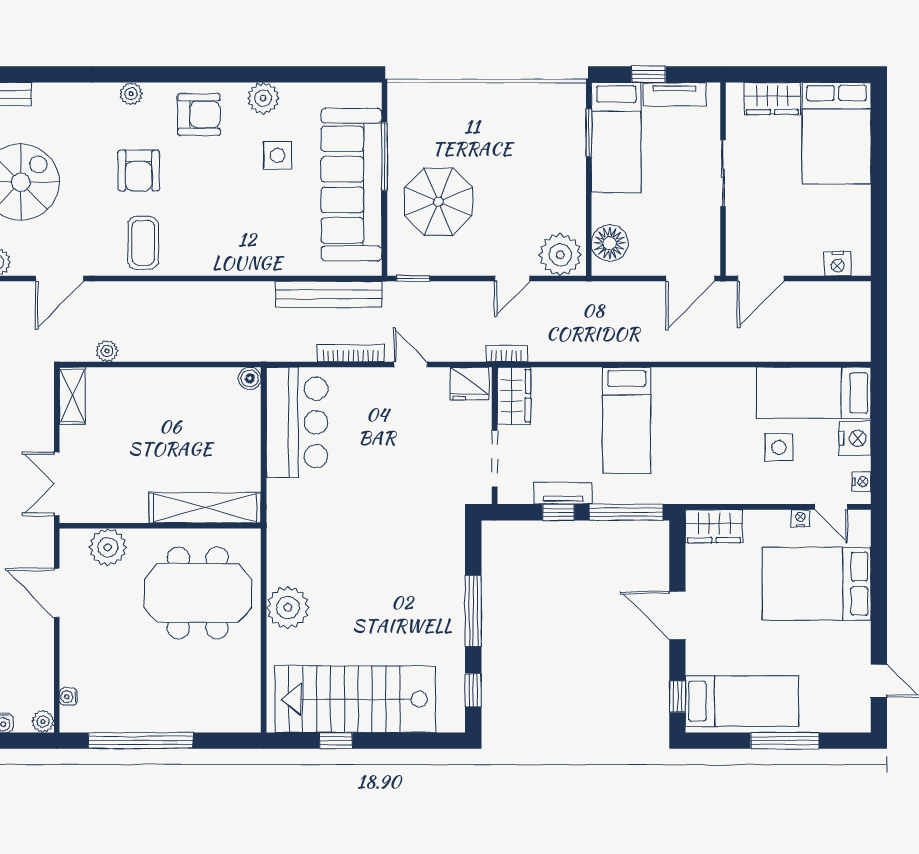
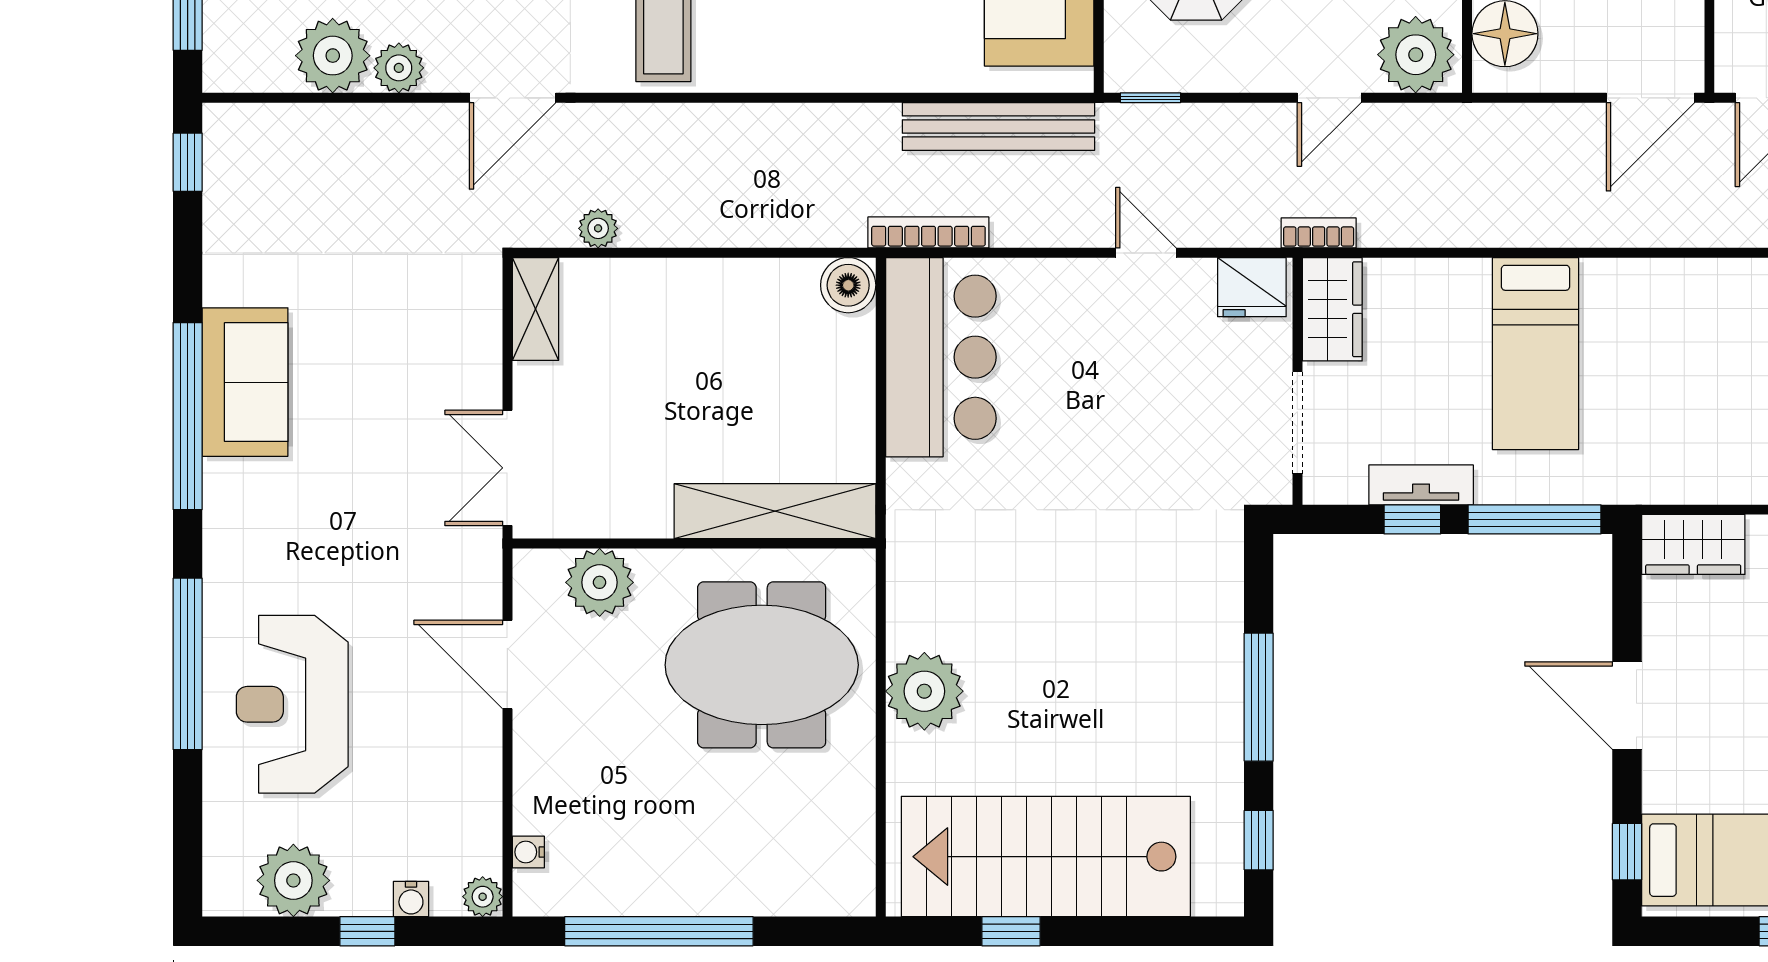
bookcase: (351, 353) -> (928, 232), moved
boiler: (250, 378) -> (848, 285), width x1.36, depth x1.36

